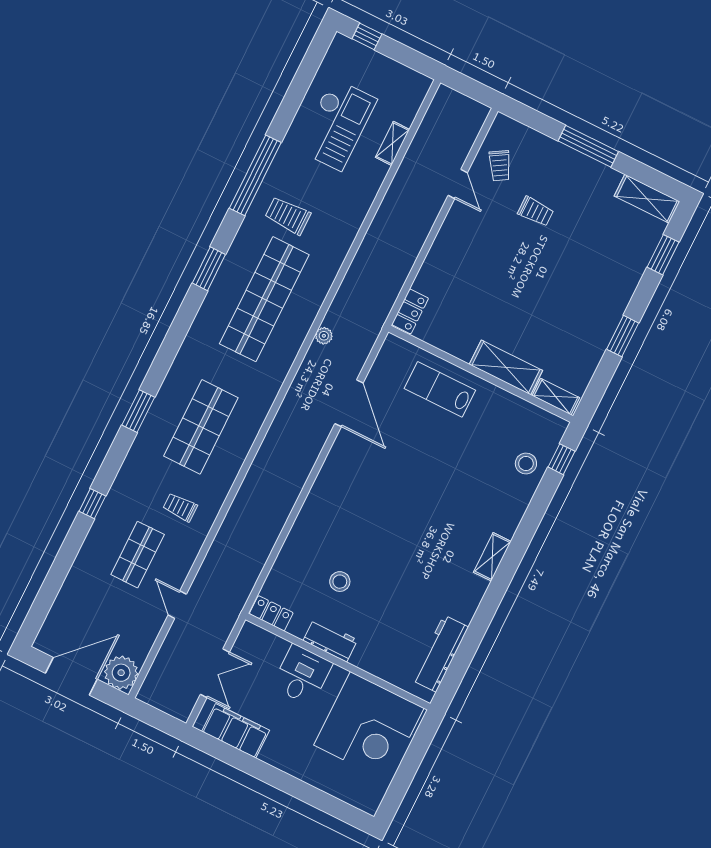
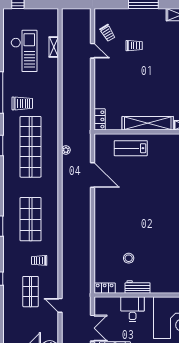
trolley: (288, 216) -> (22, 103), turned 180
shelving: (506, 367) -> (148, 123), width x1.47

